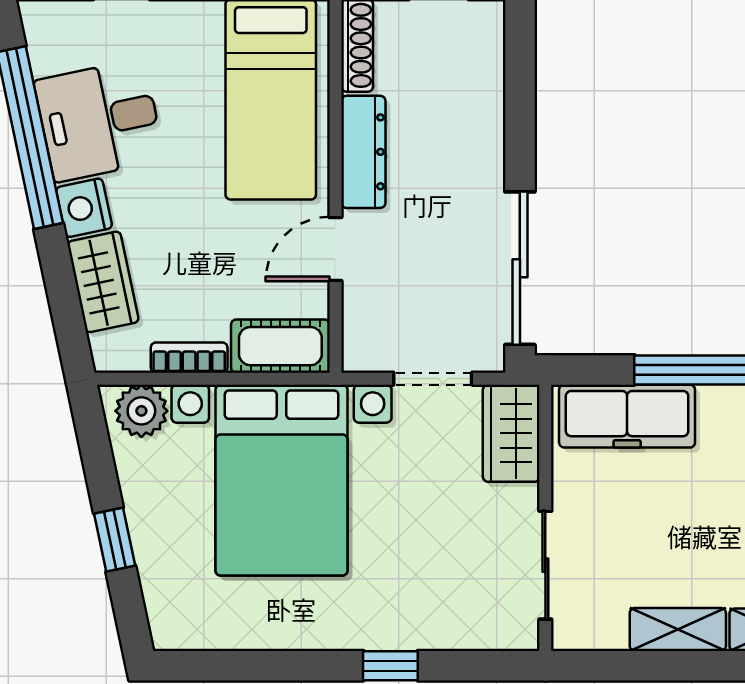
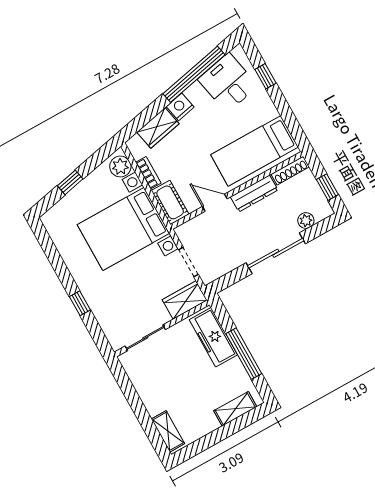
plant: (485, 72) -> (306, 221), added
desk: (99, 120) -> (228, 83), moved
sliding door: (520, 268) -> (276, 253), moved
shelving: (678, 629) -> (149, 397), removed

